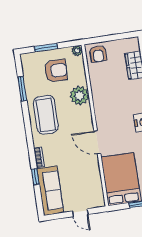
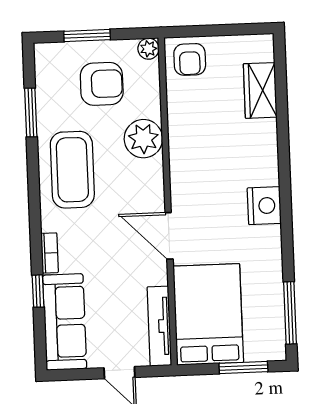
tv unit: (97, 188) -> (159, 326), added

